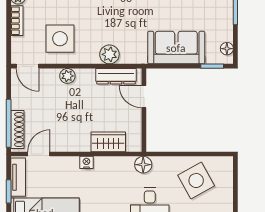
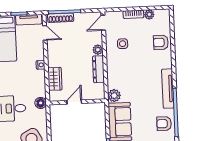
side table: (60, 39) -> (123, 44), width x0.54, depth x0.54
plant: (109, 54) -> (114, 96), moved
dresser: (116, 76) -> (98, 69), moved
door: (144, 97) -> (74, 102), moved

